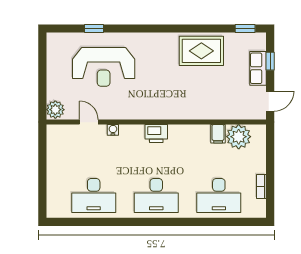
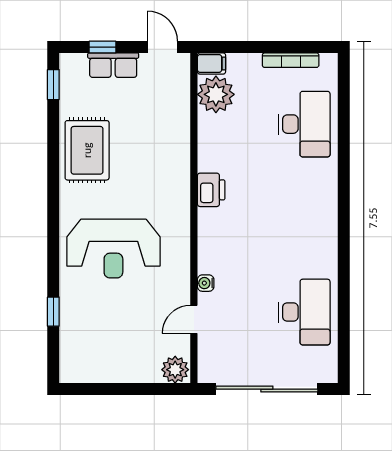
reception desk: (104, 67) -> (113, 249), moved, turned 90
printer: (156, 134) -> (211, 190), moved
filing cabinet: (218, 134) -> (211, 63), moved
sliding door: (42, 171) -> (267, 389), added
bookcase: (261, 186) -> (291, 60), width x1.56
desk: (156, 196) -> (304, 218), removed

